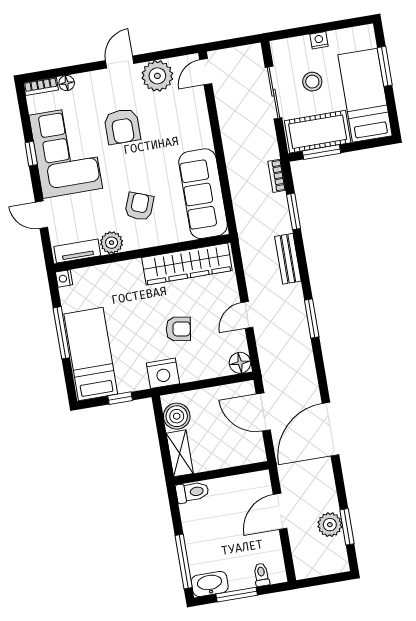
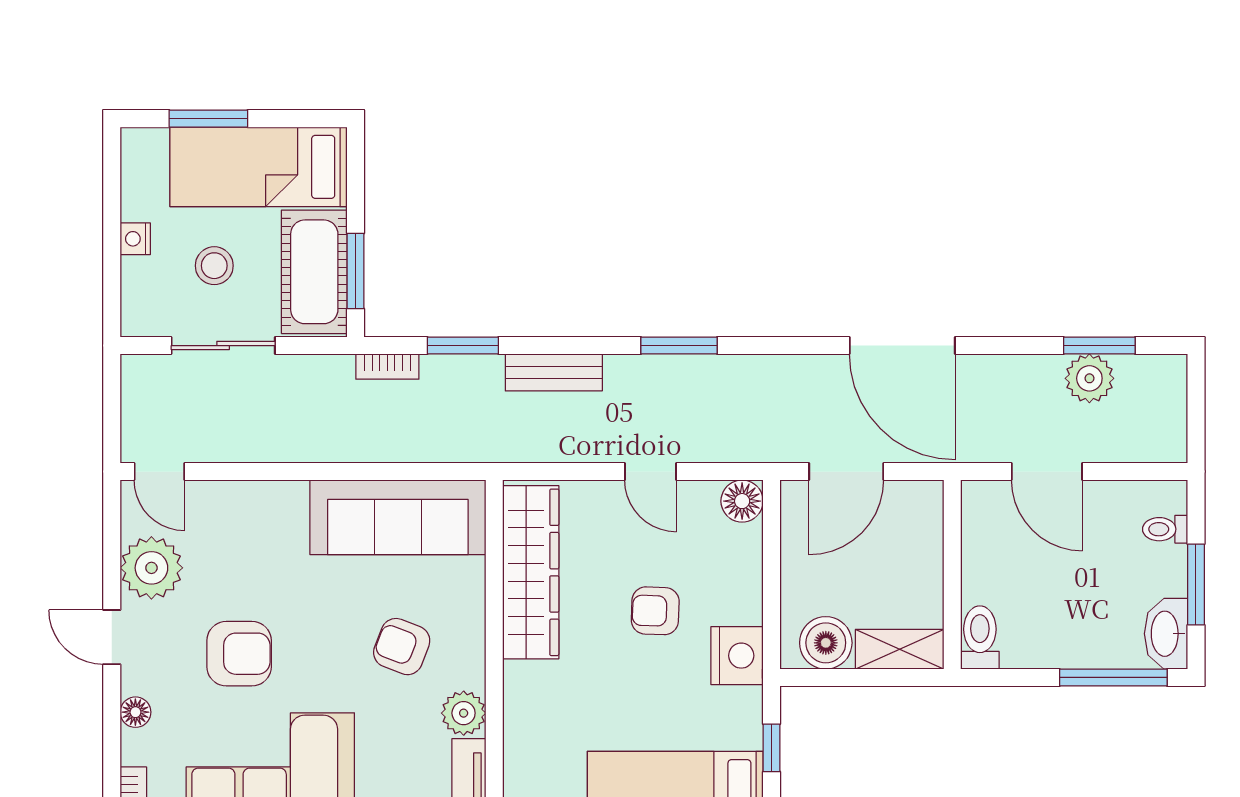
floor lamp: (67, 83) -> (135, 712), moved
armchair: (178, 329) -> (655, 611), turned -97

